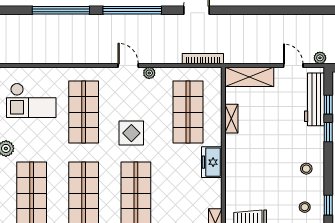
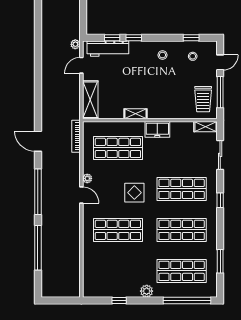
door: (128, 65) -> (81, 195), swing flipped
checkout: (31, 100) -> (109, 271), removed
shelving: (231, 119) -> (135, 114), moved

